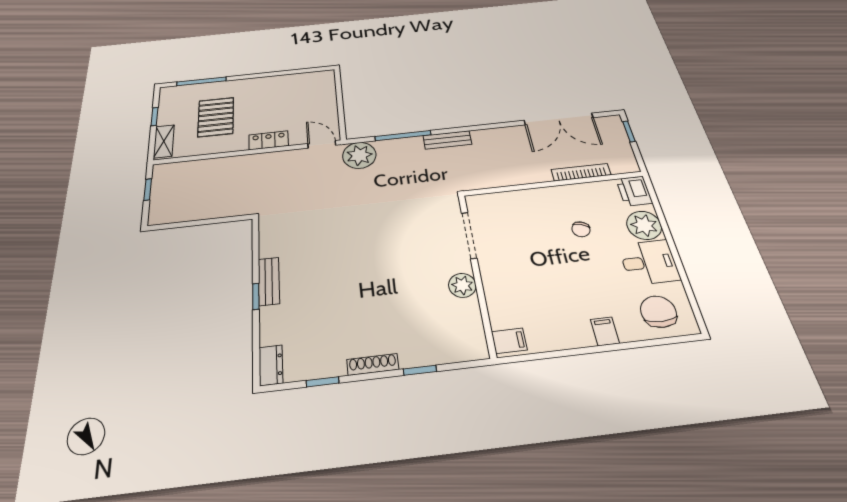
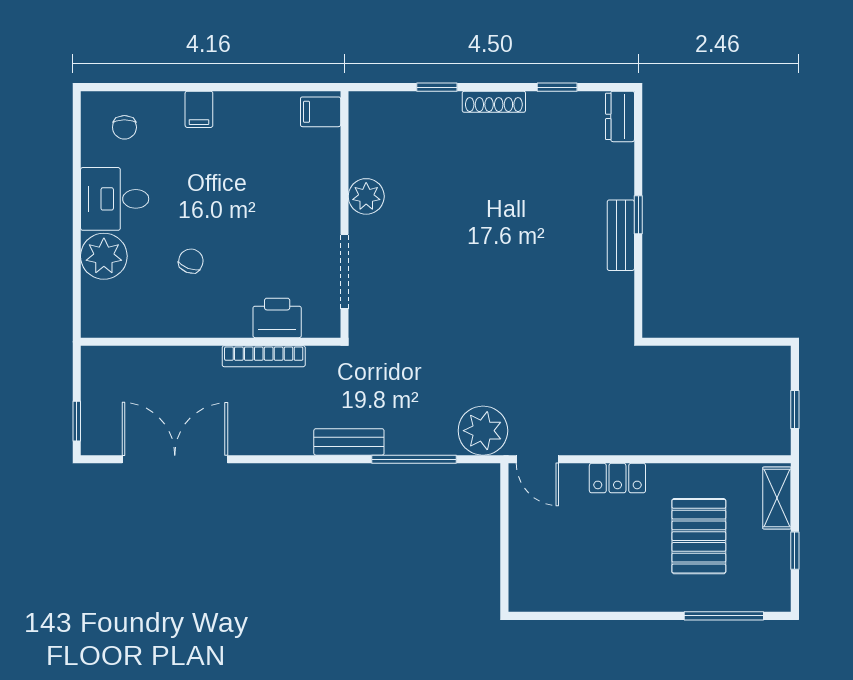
bookcase: (581, 172) -> (264, 356), moved
printer: (634, 191) -> (277, 318), moved, turned -90
chair: (658, 312) -> (124, 127), width x0.54, depth x0.54

